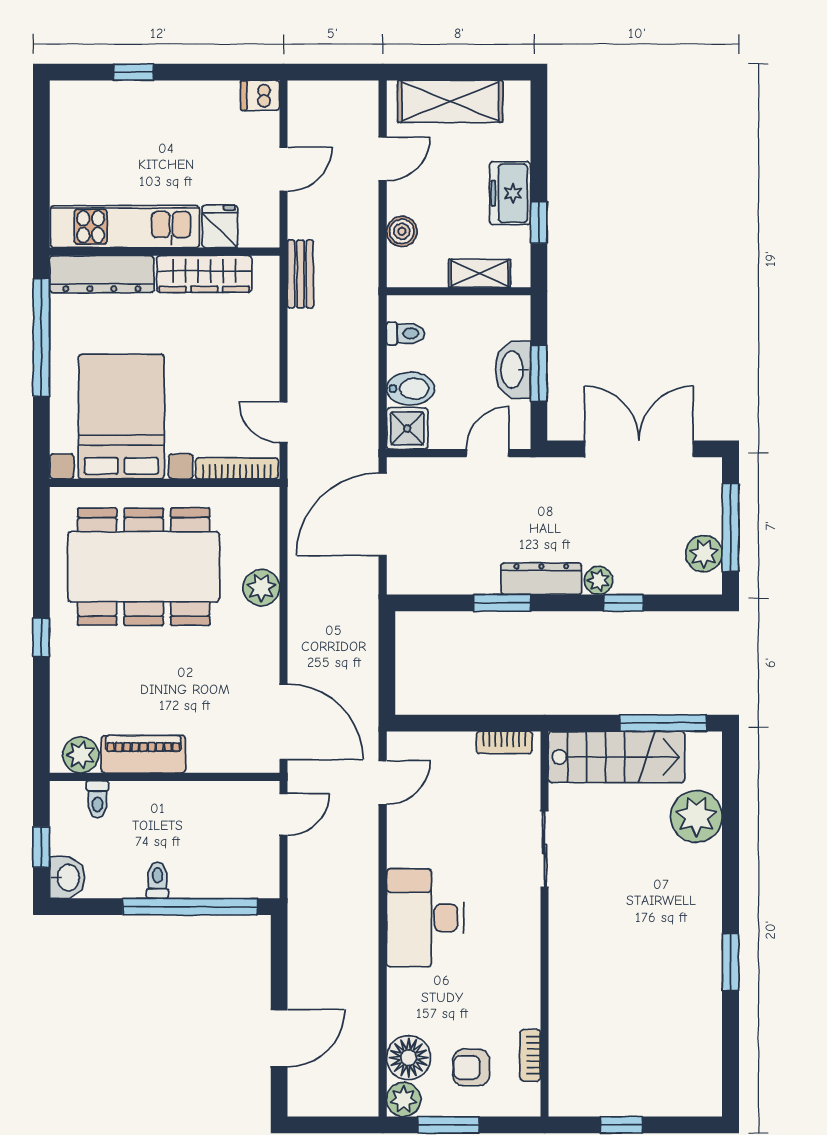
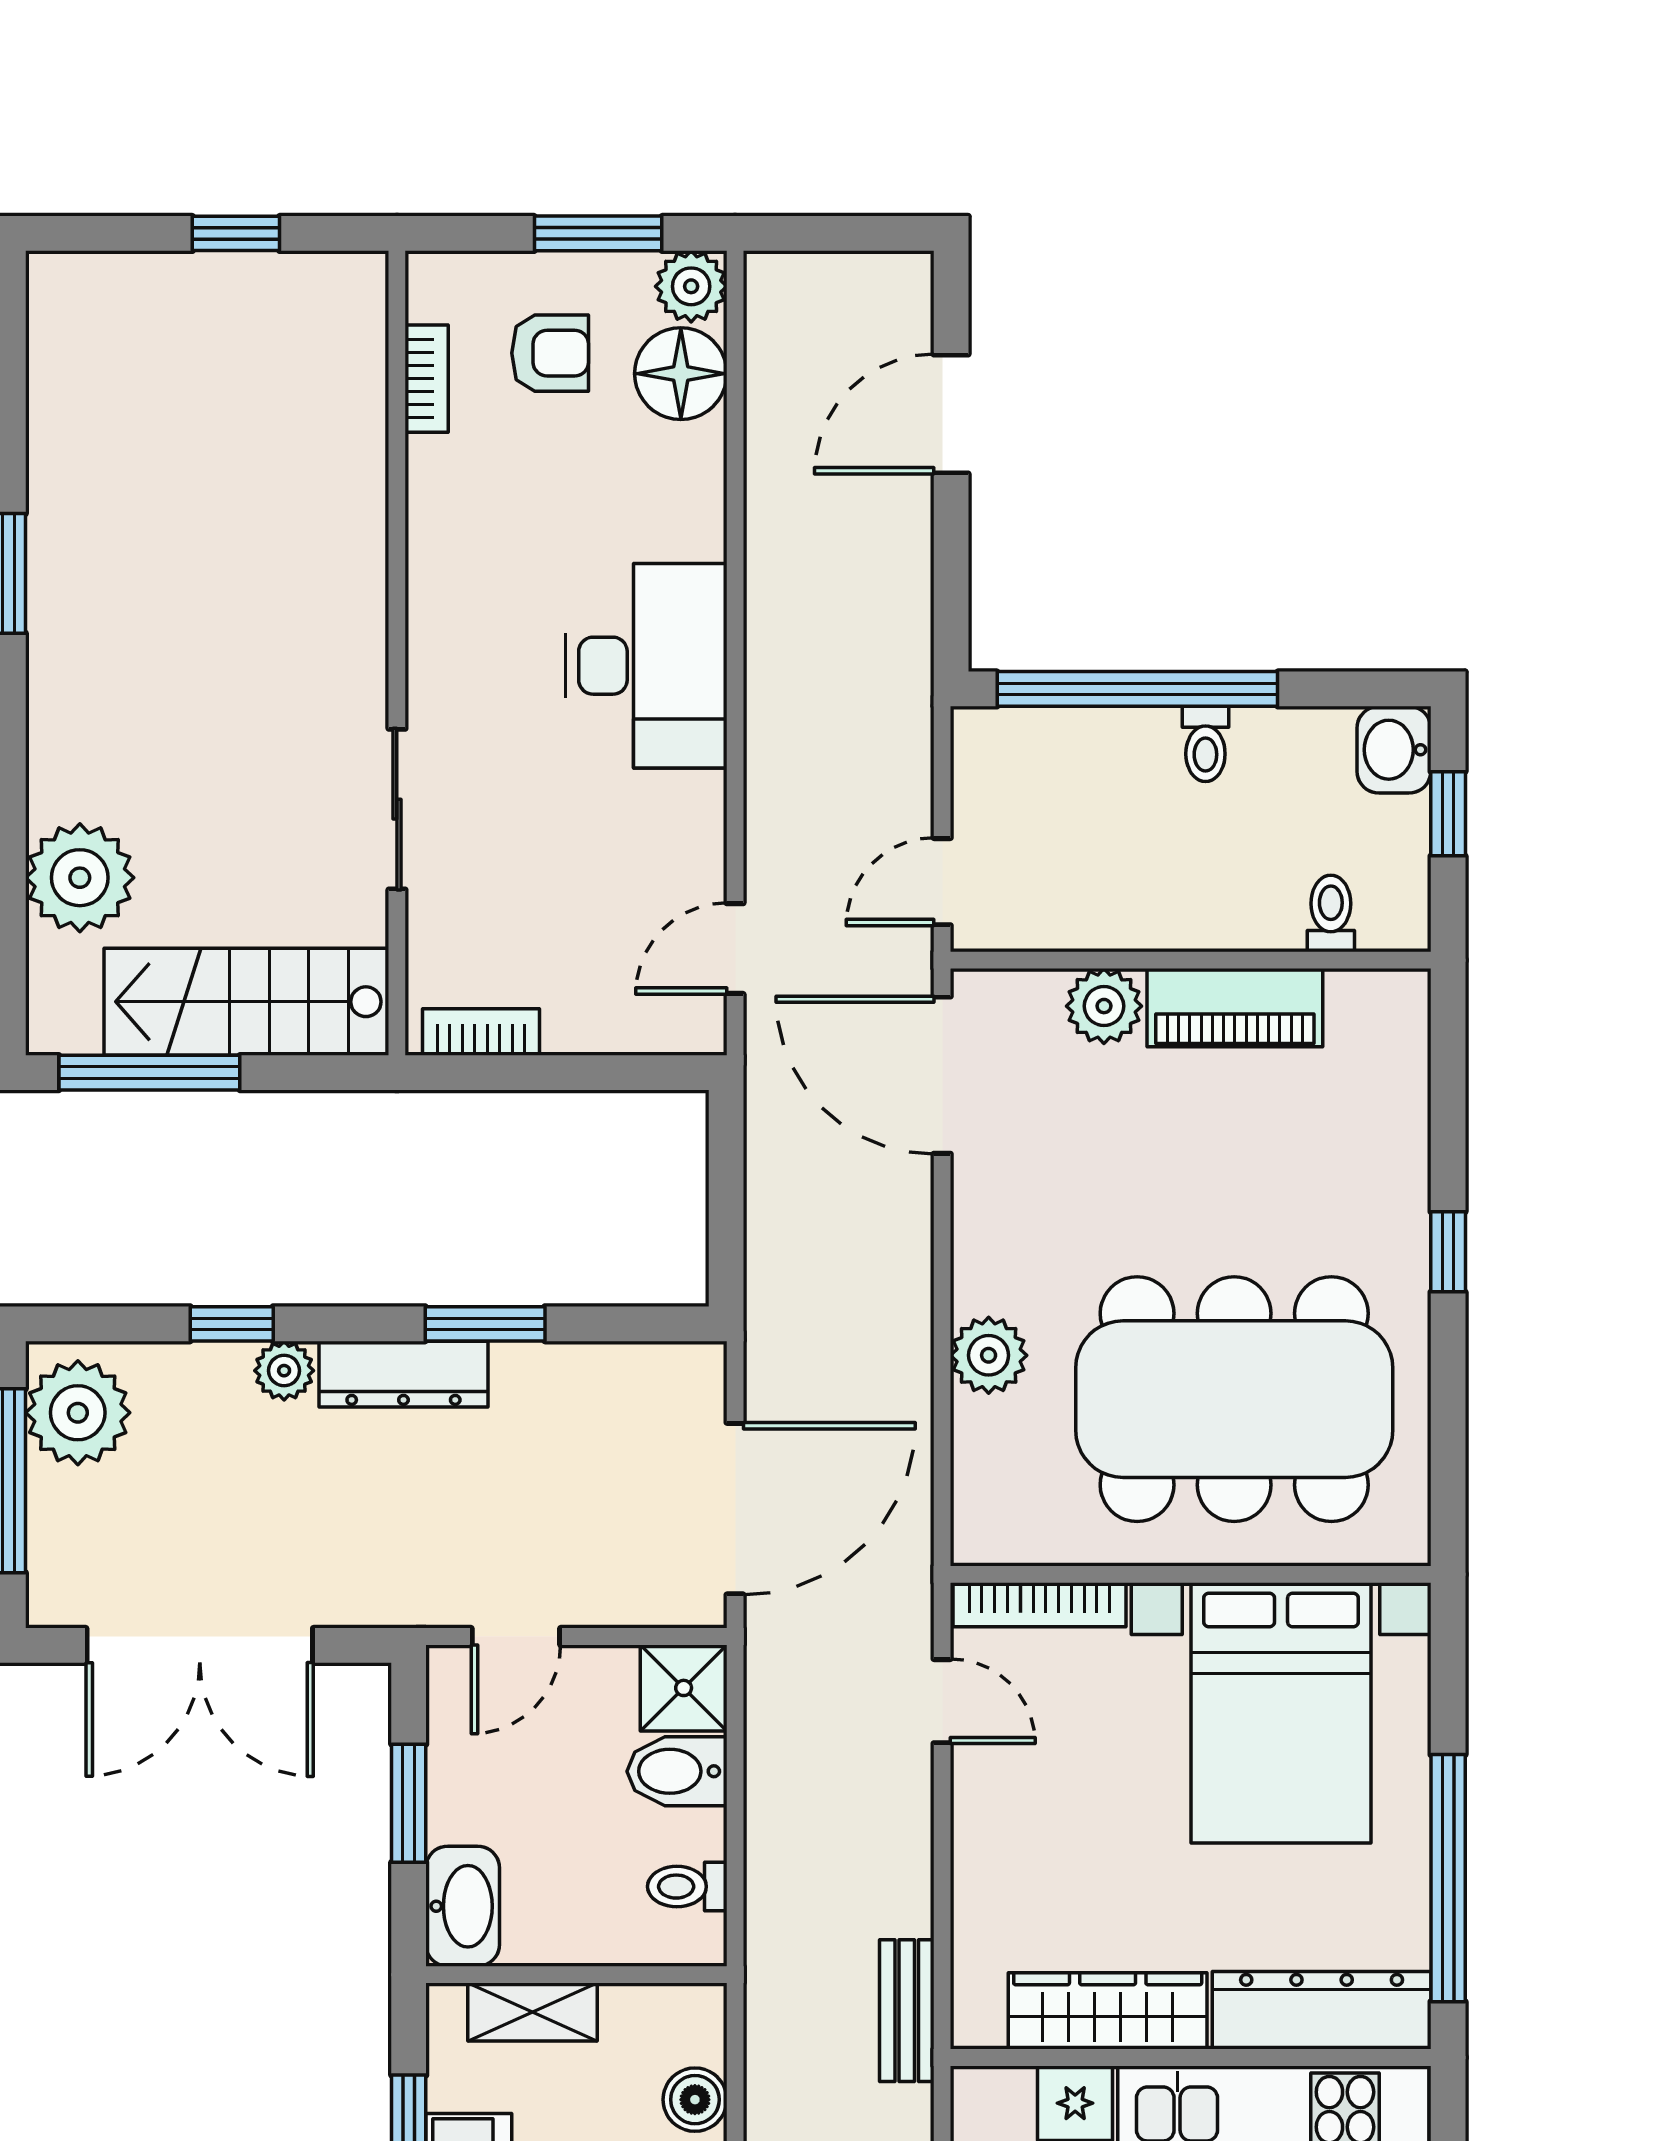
washbasin: (513, 370) -> (463, 1906), moved
plant: (704, 554) -> (78, 1413), width x1.36, depth x1.36
plant: (81, 755) -> (1104, 1006), moved

